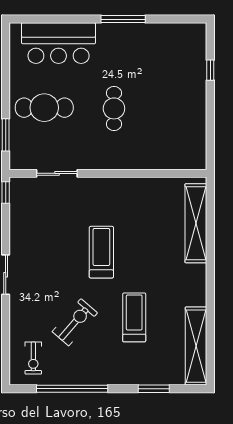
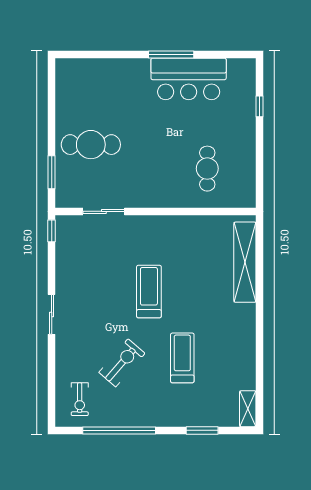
bar counter: (59, 43) -> (189, 79), moved
cafe table: (114, 108) -> (207, 169), moved
shelving: (196, 346) -> (248, 409), width x0.45, depth x0.75

